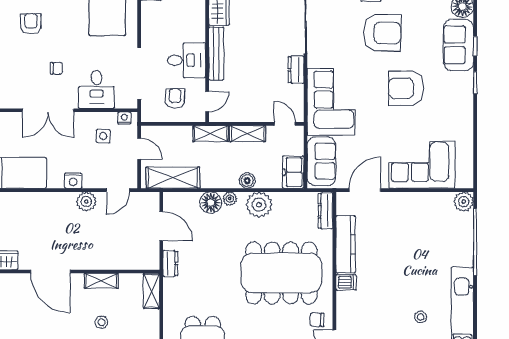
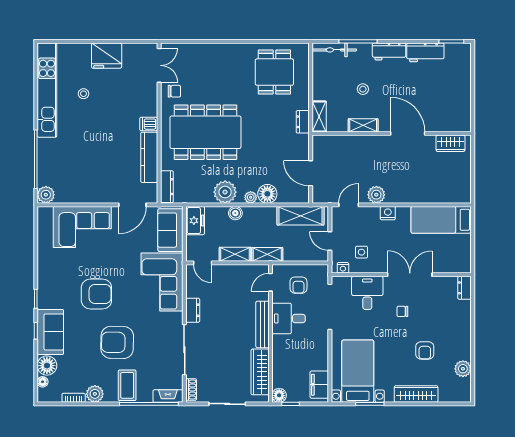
dresser: (170, 263) -> (303, 122), moved

